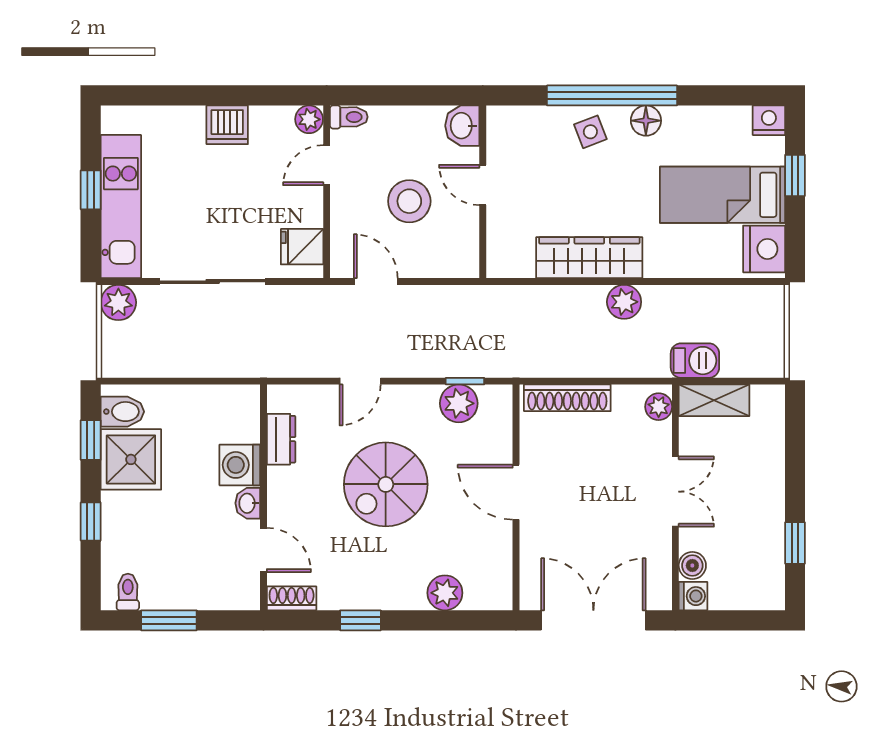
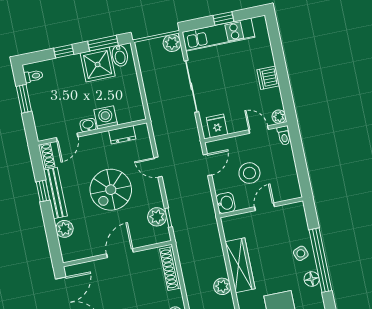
washbasin: (462, 126) -> (226, 203), moved, turned 90
window: (91, 440) -> (103, 43), width x1.50
spiral stairs: (386, 484) -> (111, 190), turned -90
bench: (370, 596) -> (55, 193), added

